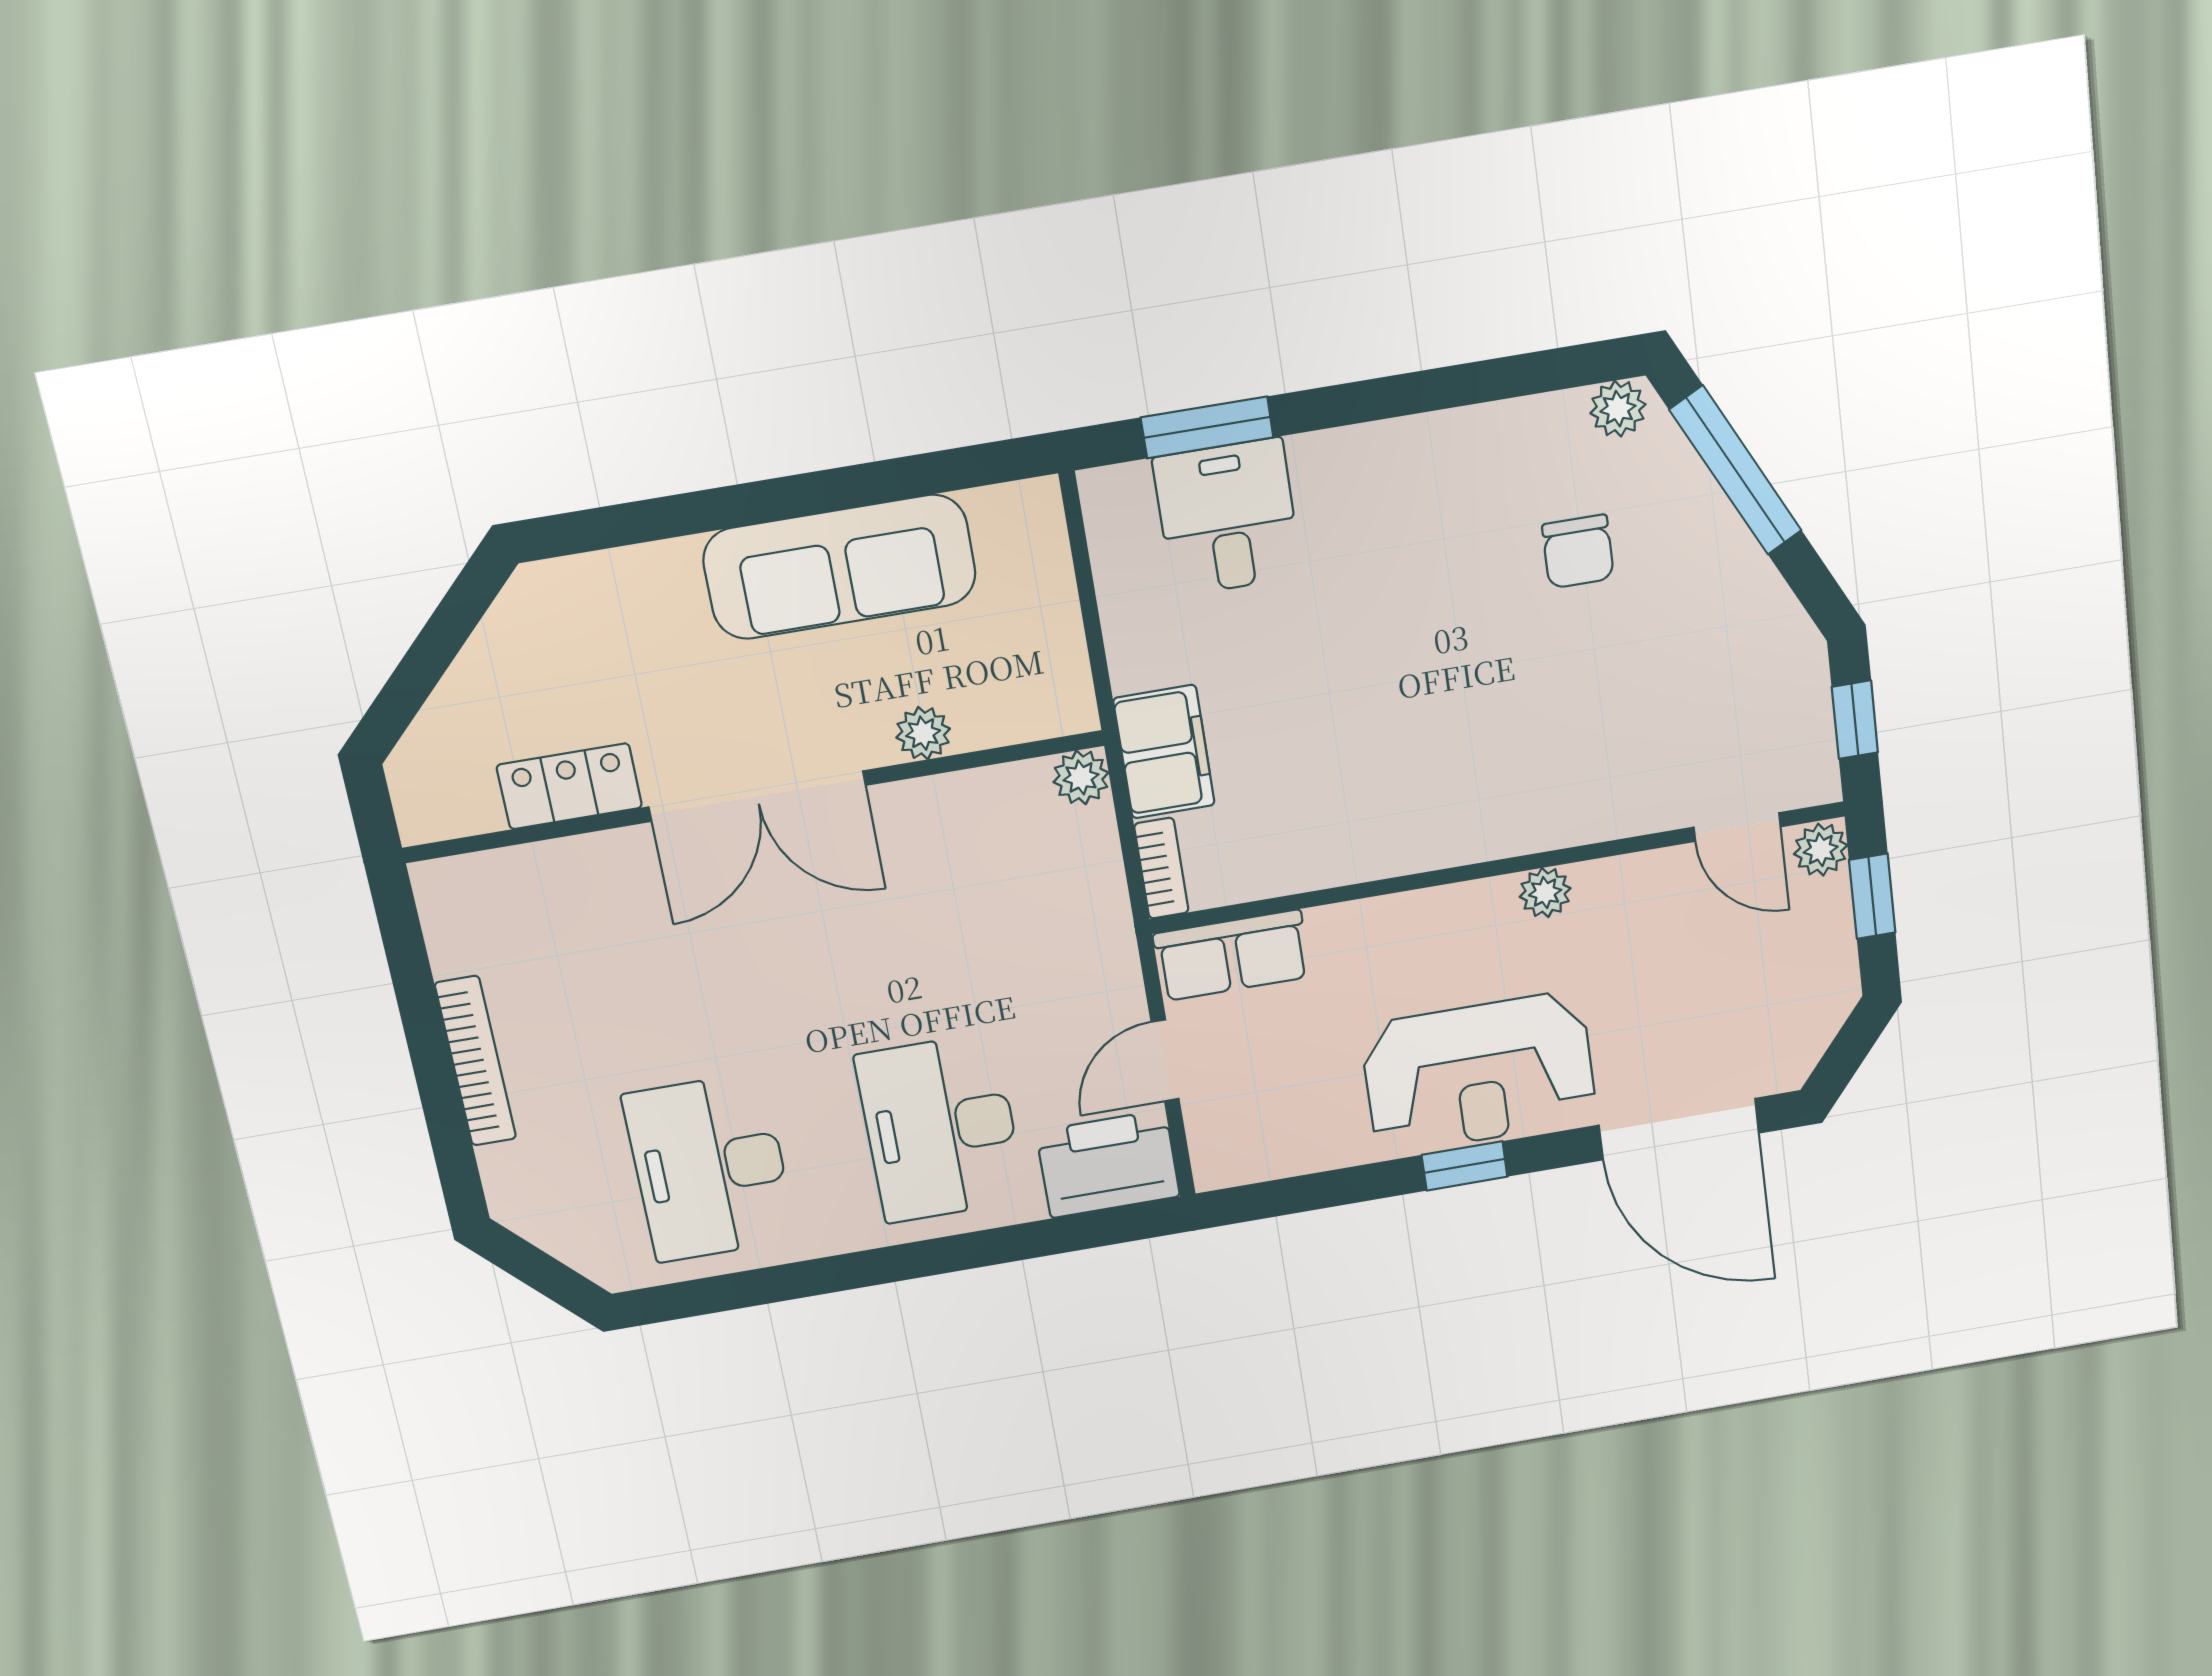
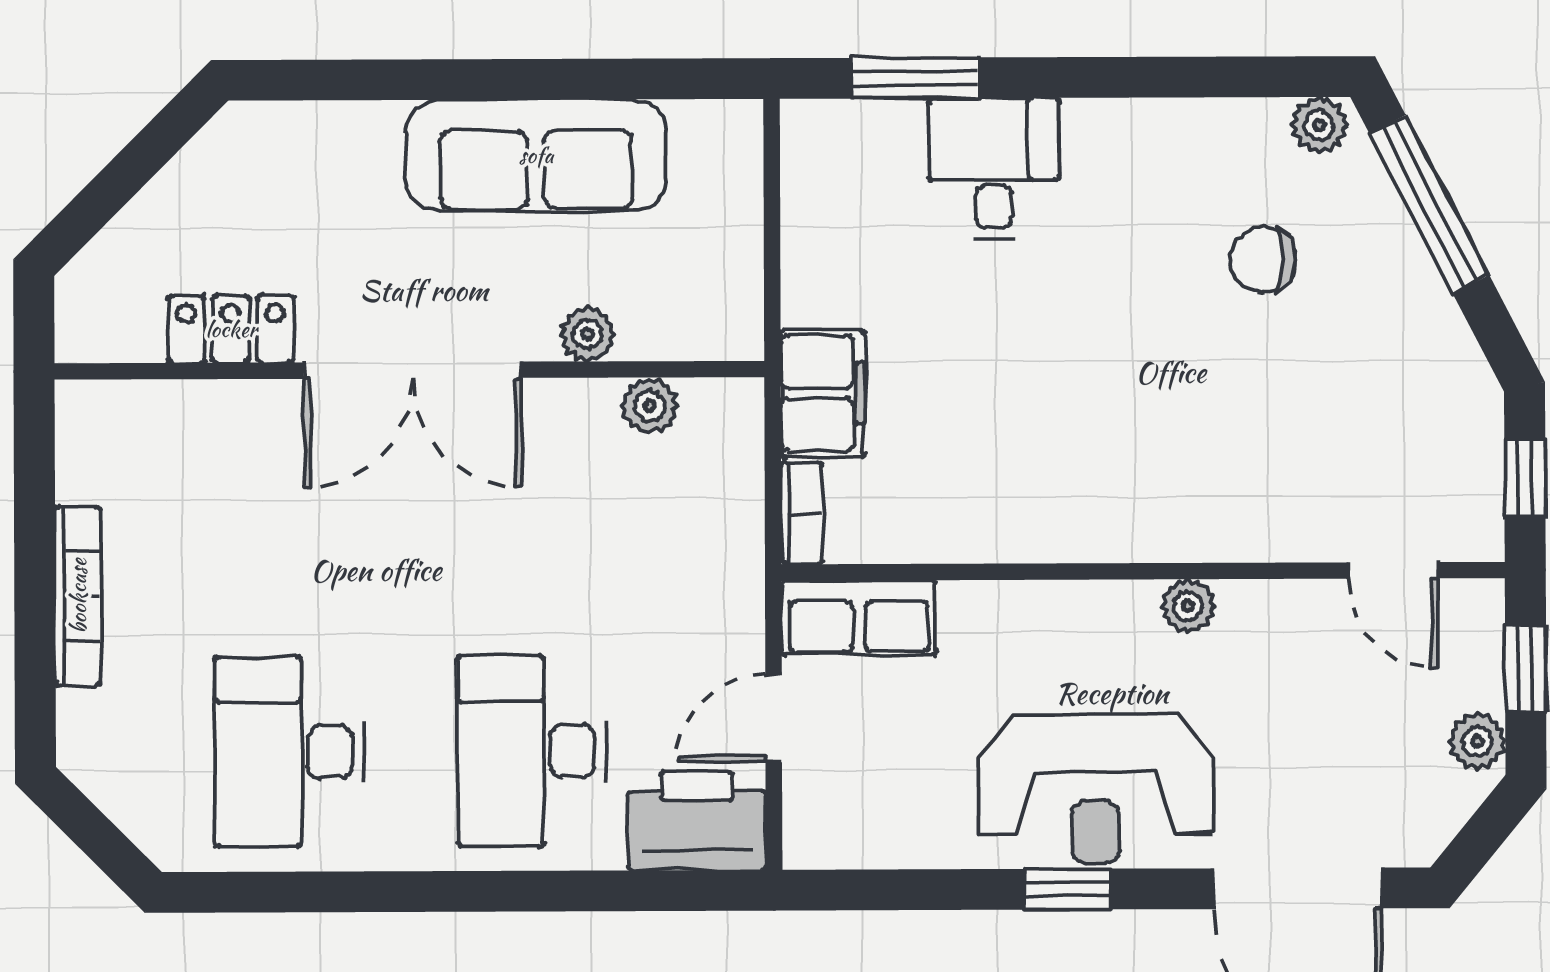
desk: (1227, 517) -> (994, 169), moved
chair: (1578, 552) -> (1263, 260), turned 90
plant: (1081, 777) -> (650, 406), moved
plant: (1821, 850) -> (1477, 741), moved

